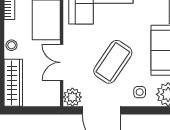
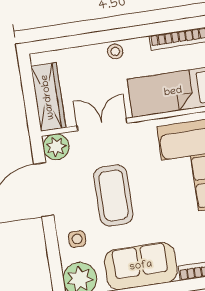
coffee table: (113, 62) -> (113, 195), turned 56
wardrobe: (13, 83) -> (48, 97), moved, turned -90

